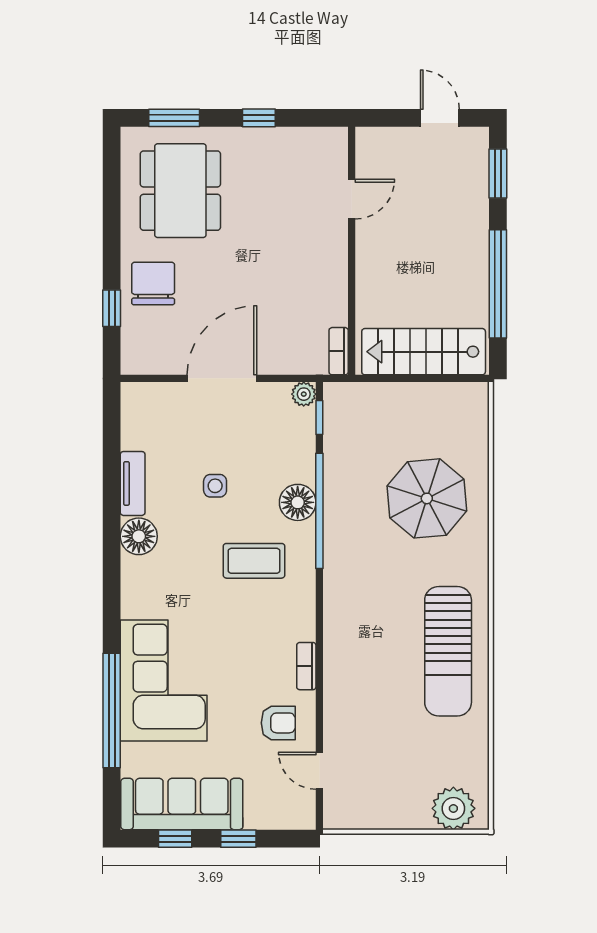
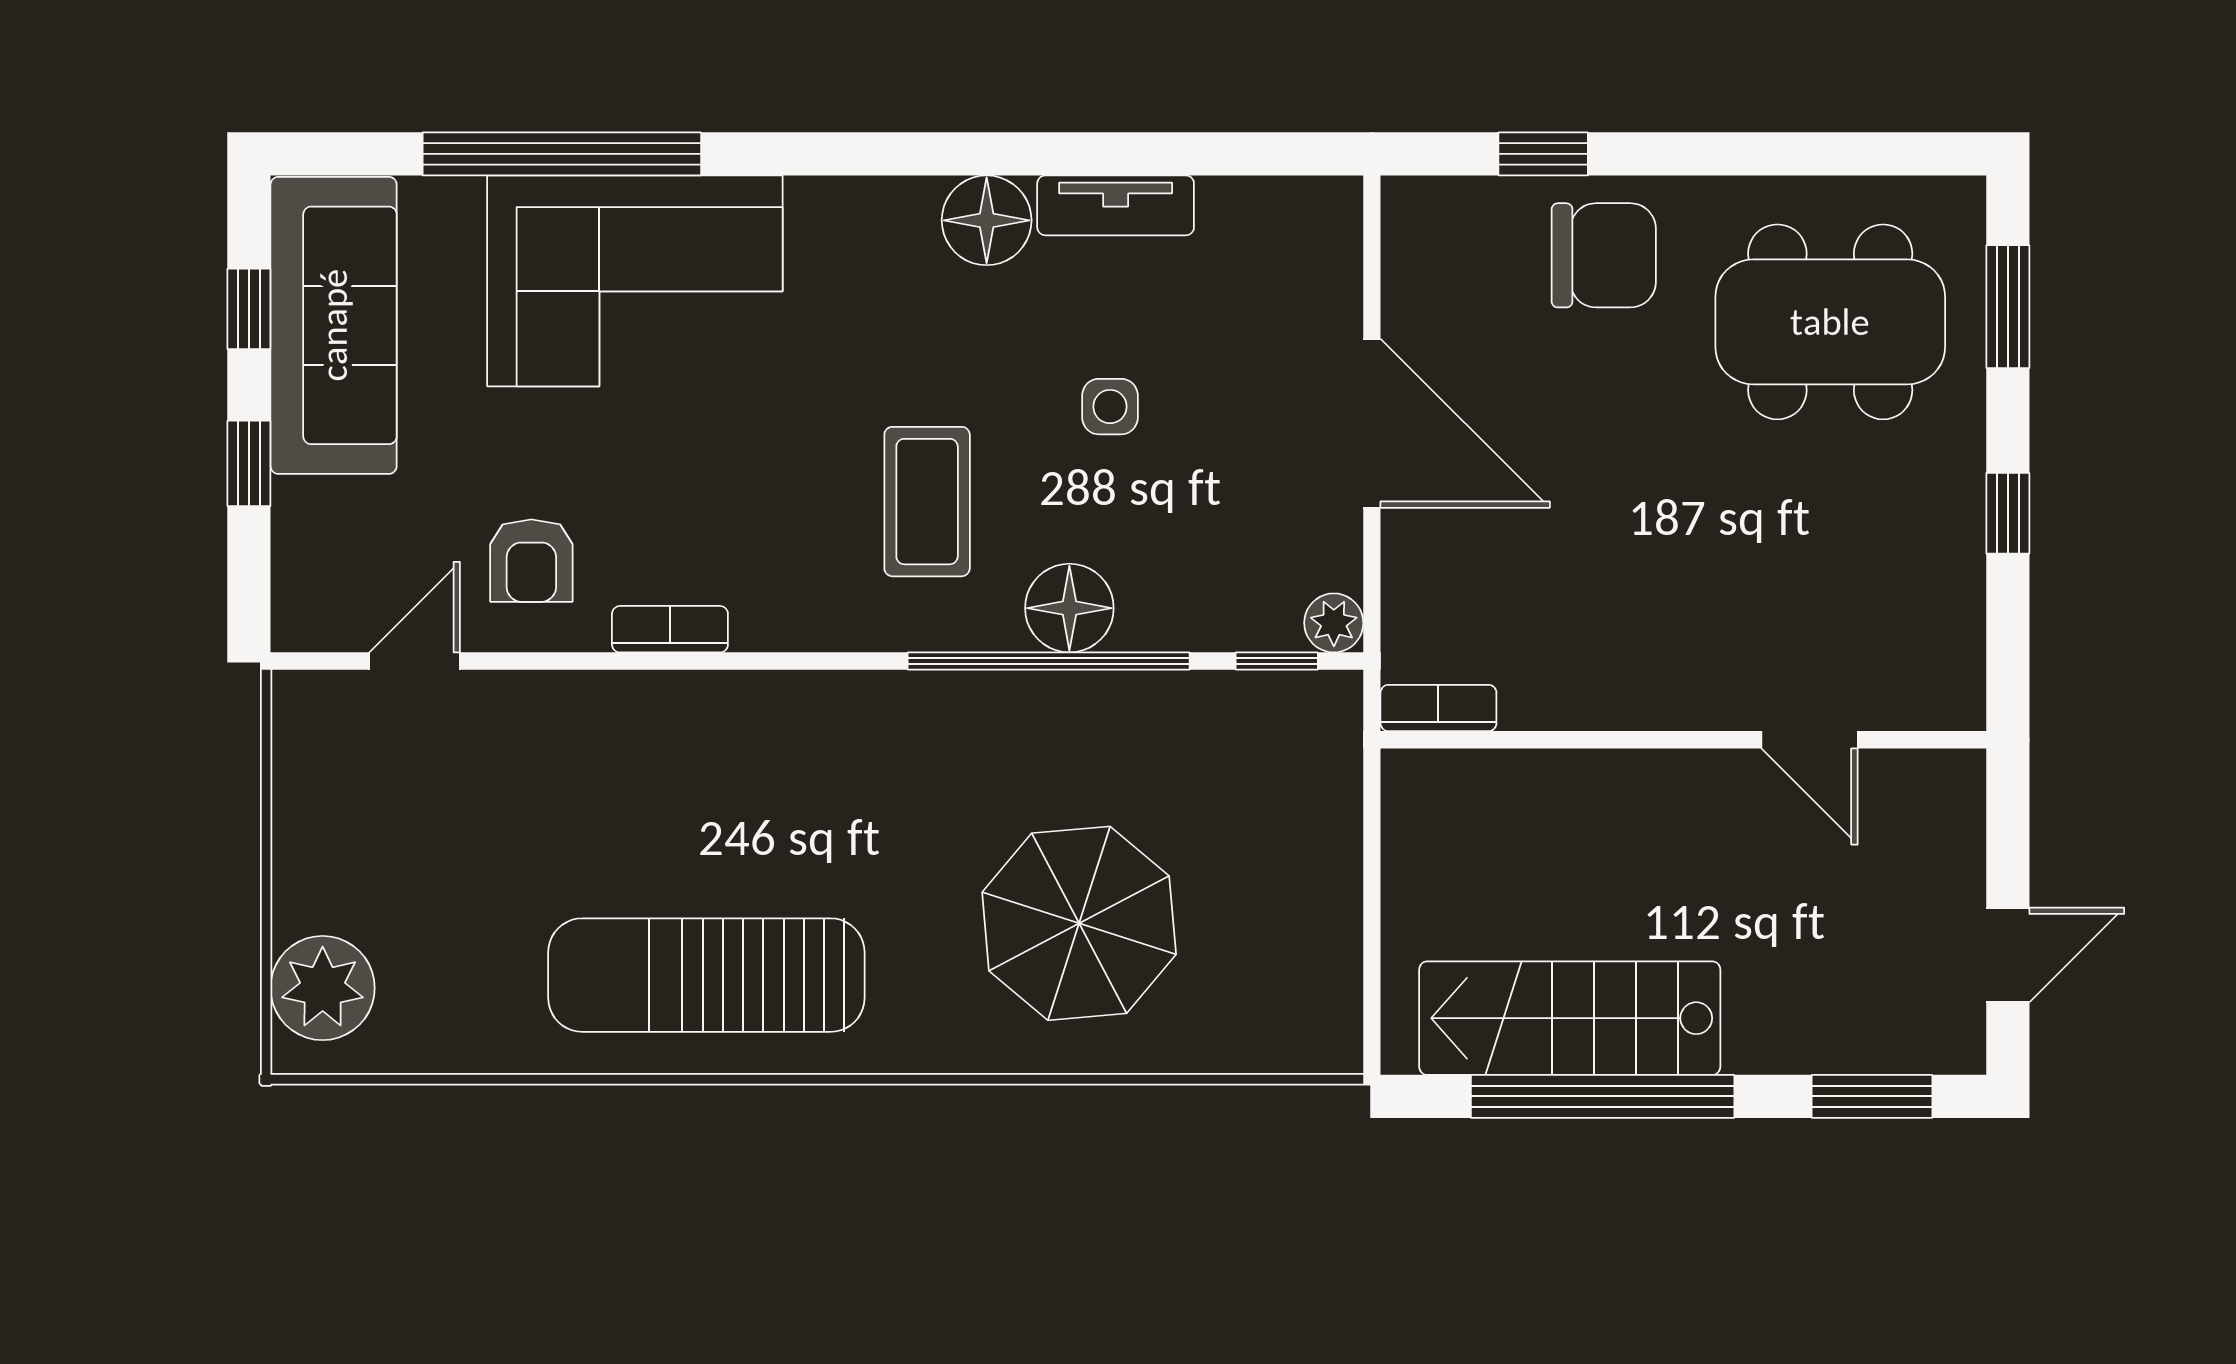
stairs: (424, 352) -> (1570, 1018), moved, turned -90

